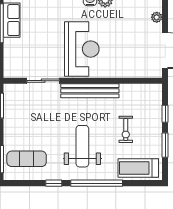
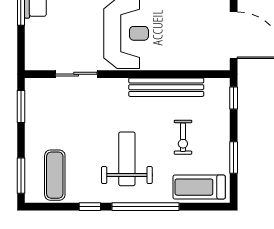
bench: (90, 91) -> (166, 87), moved
window: (165, 114) -> (234, 98), moved
exercise mat: (27, 159) -> (55, 175), turned 90

